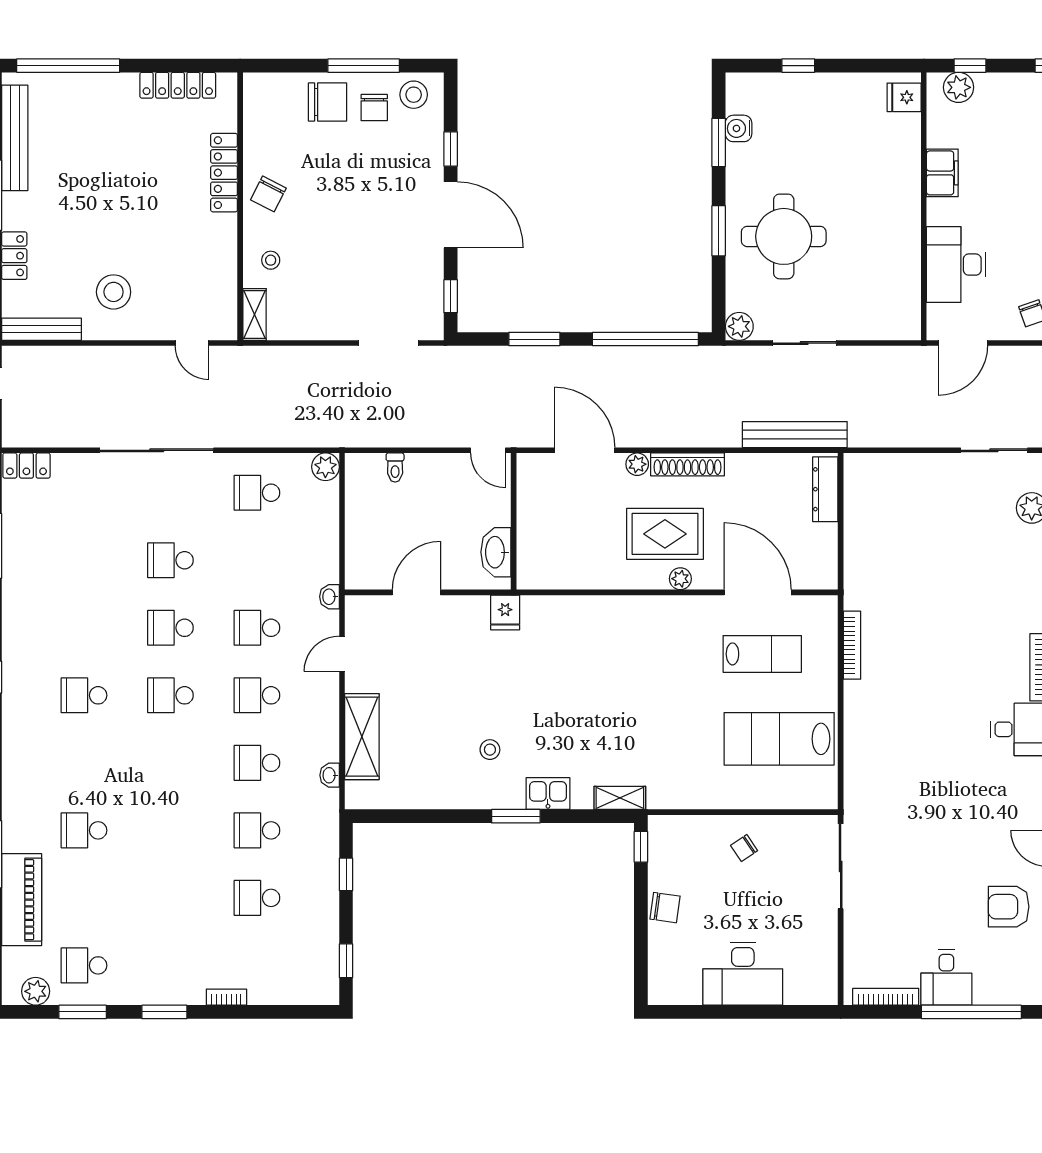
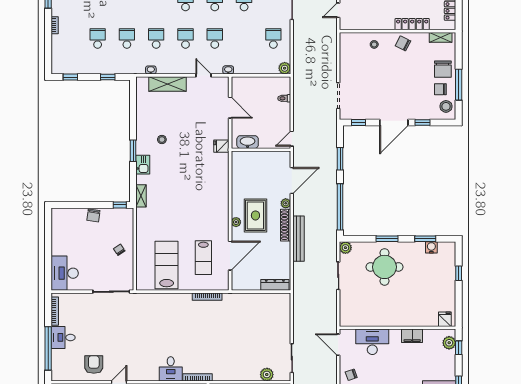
shelving: (254, 314) -> (441, 37), moved
bench: (795, 435) -> (299, 239), moved
desk: (743, 974) -> (65, 273), moved

